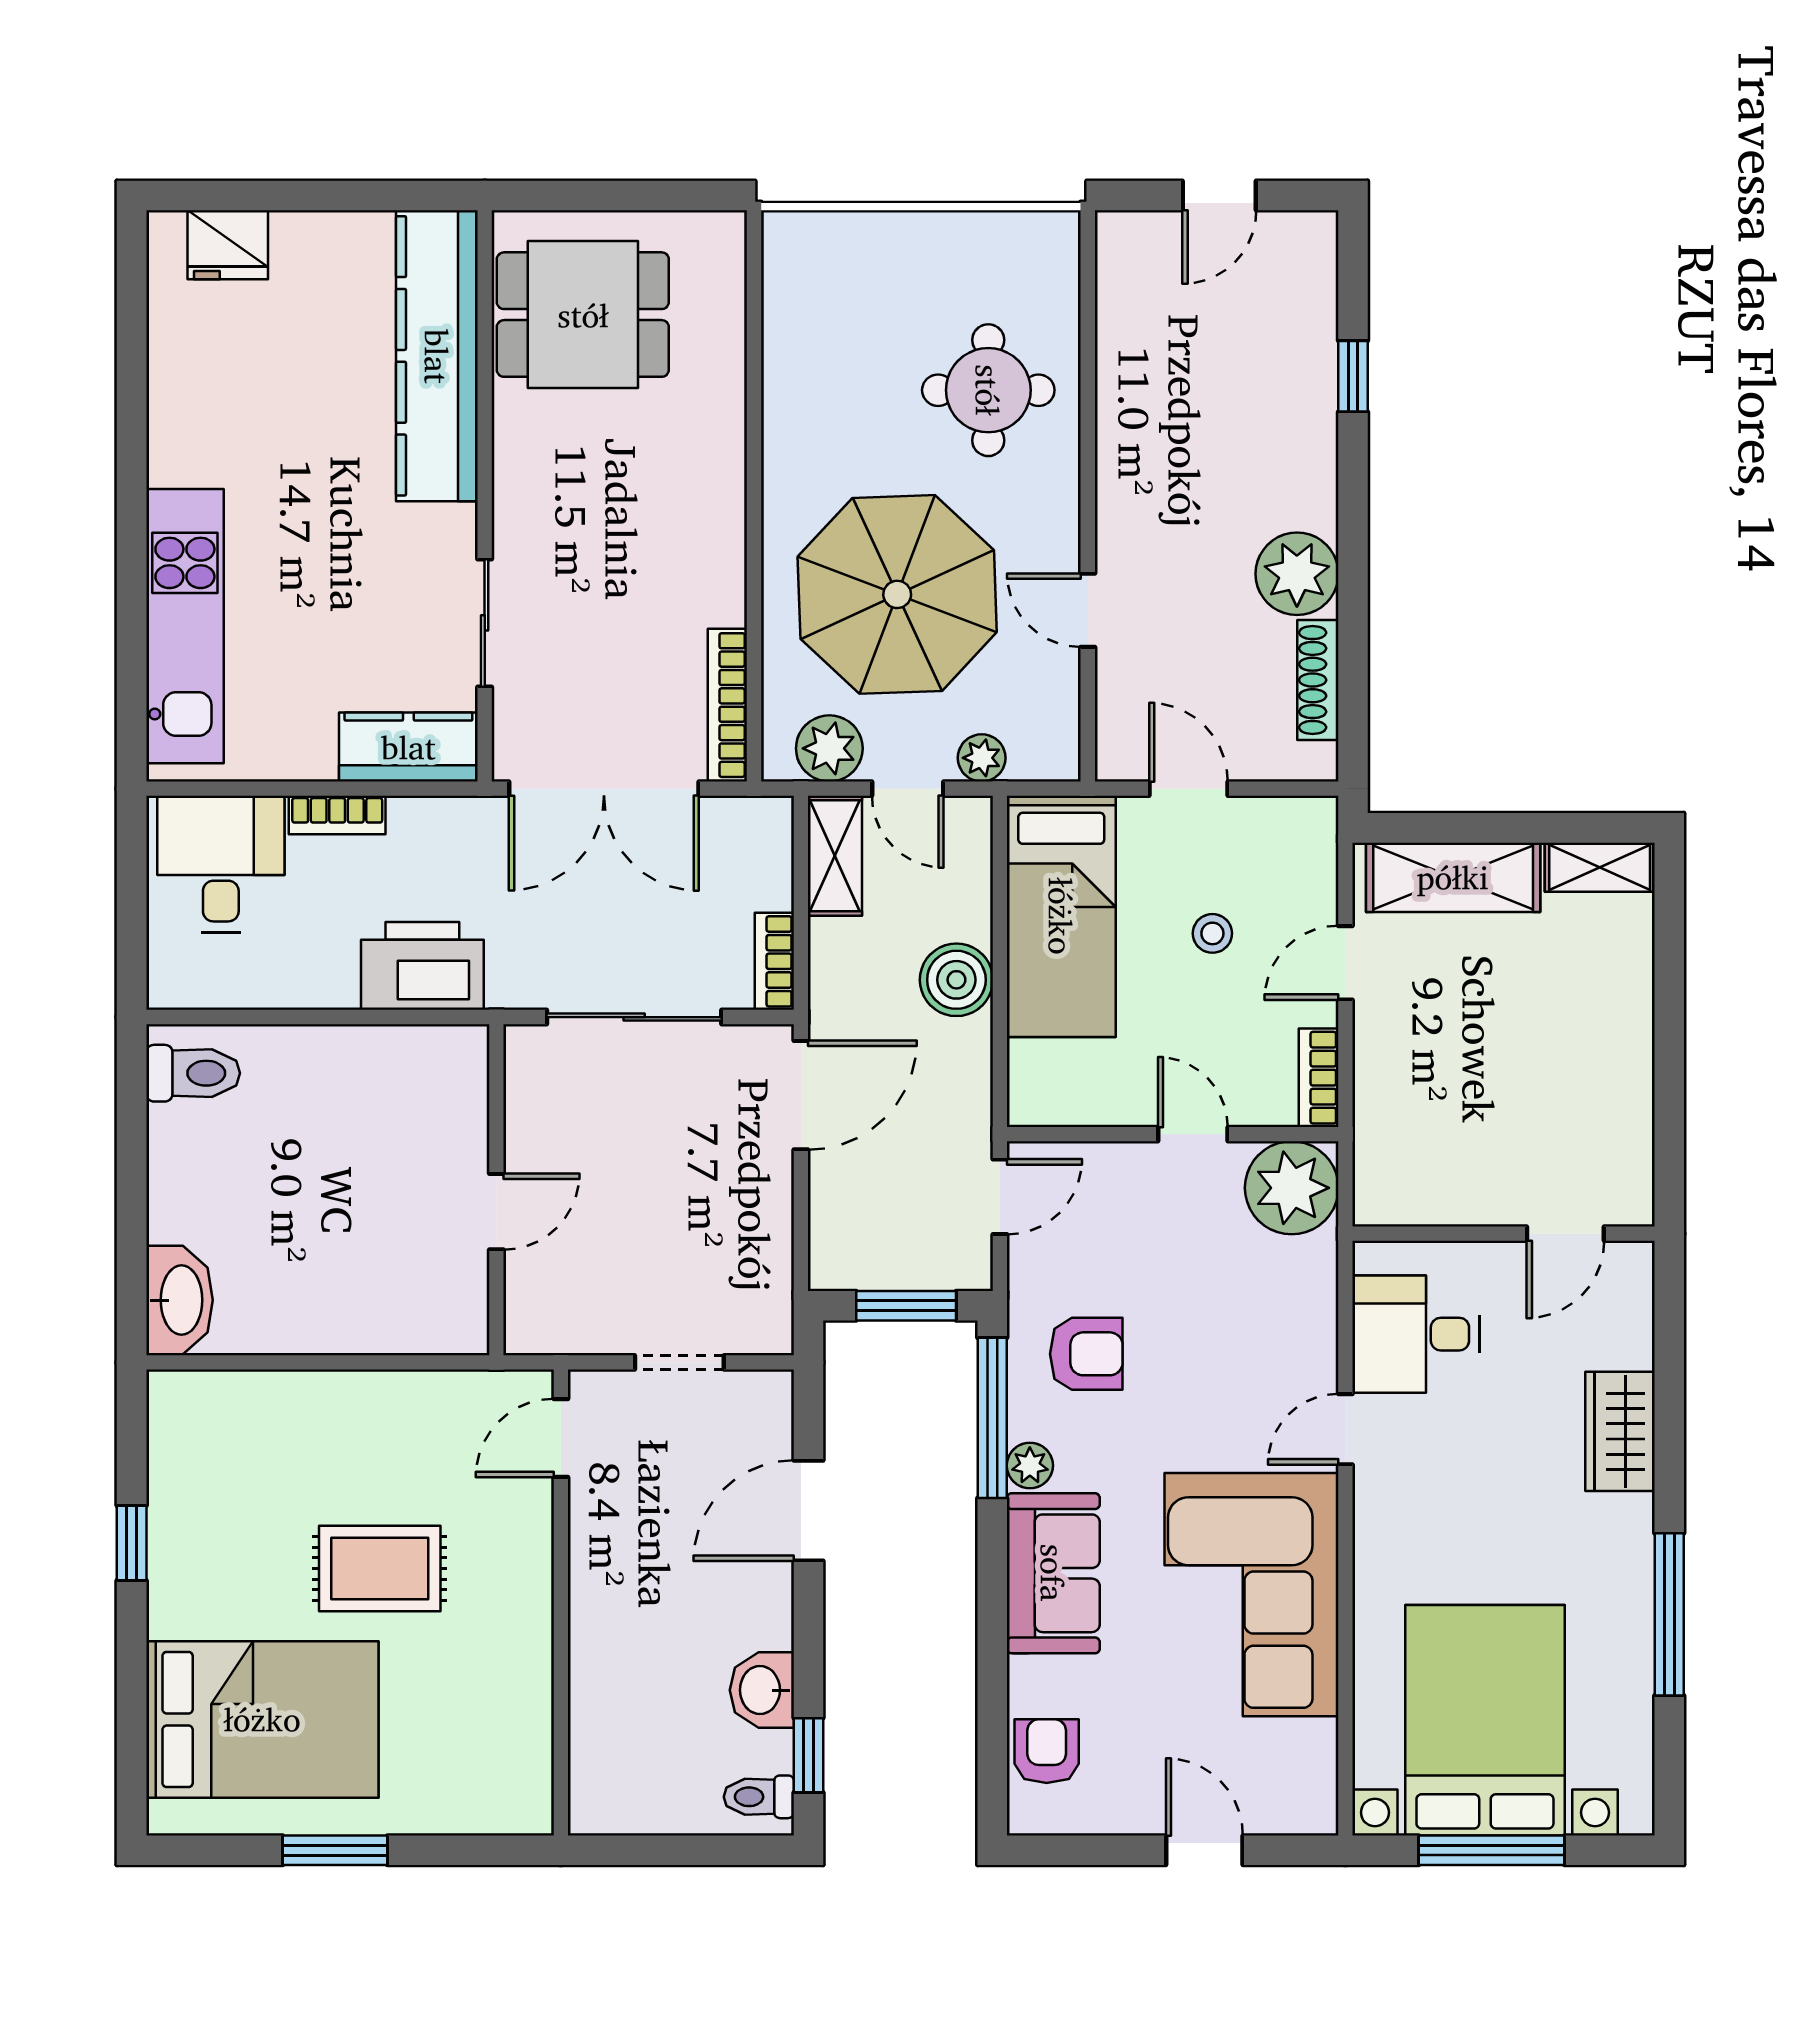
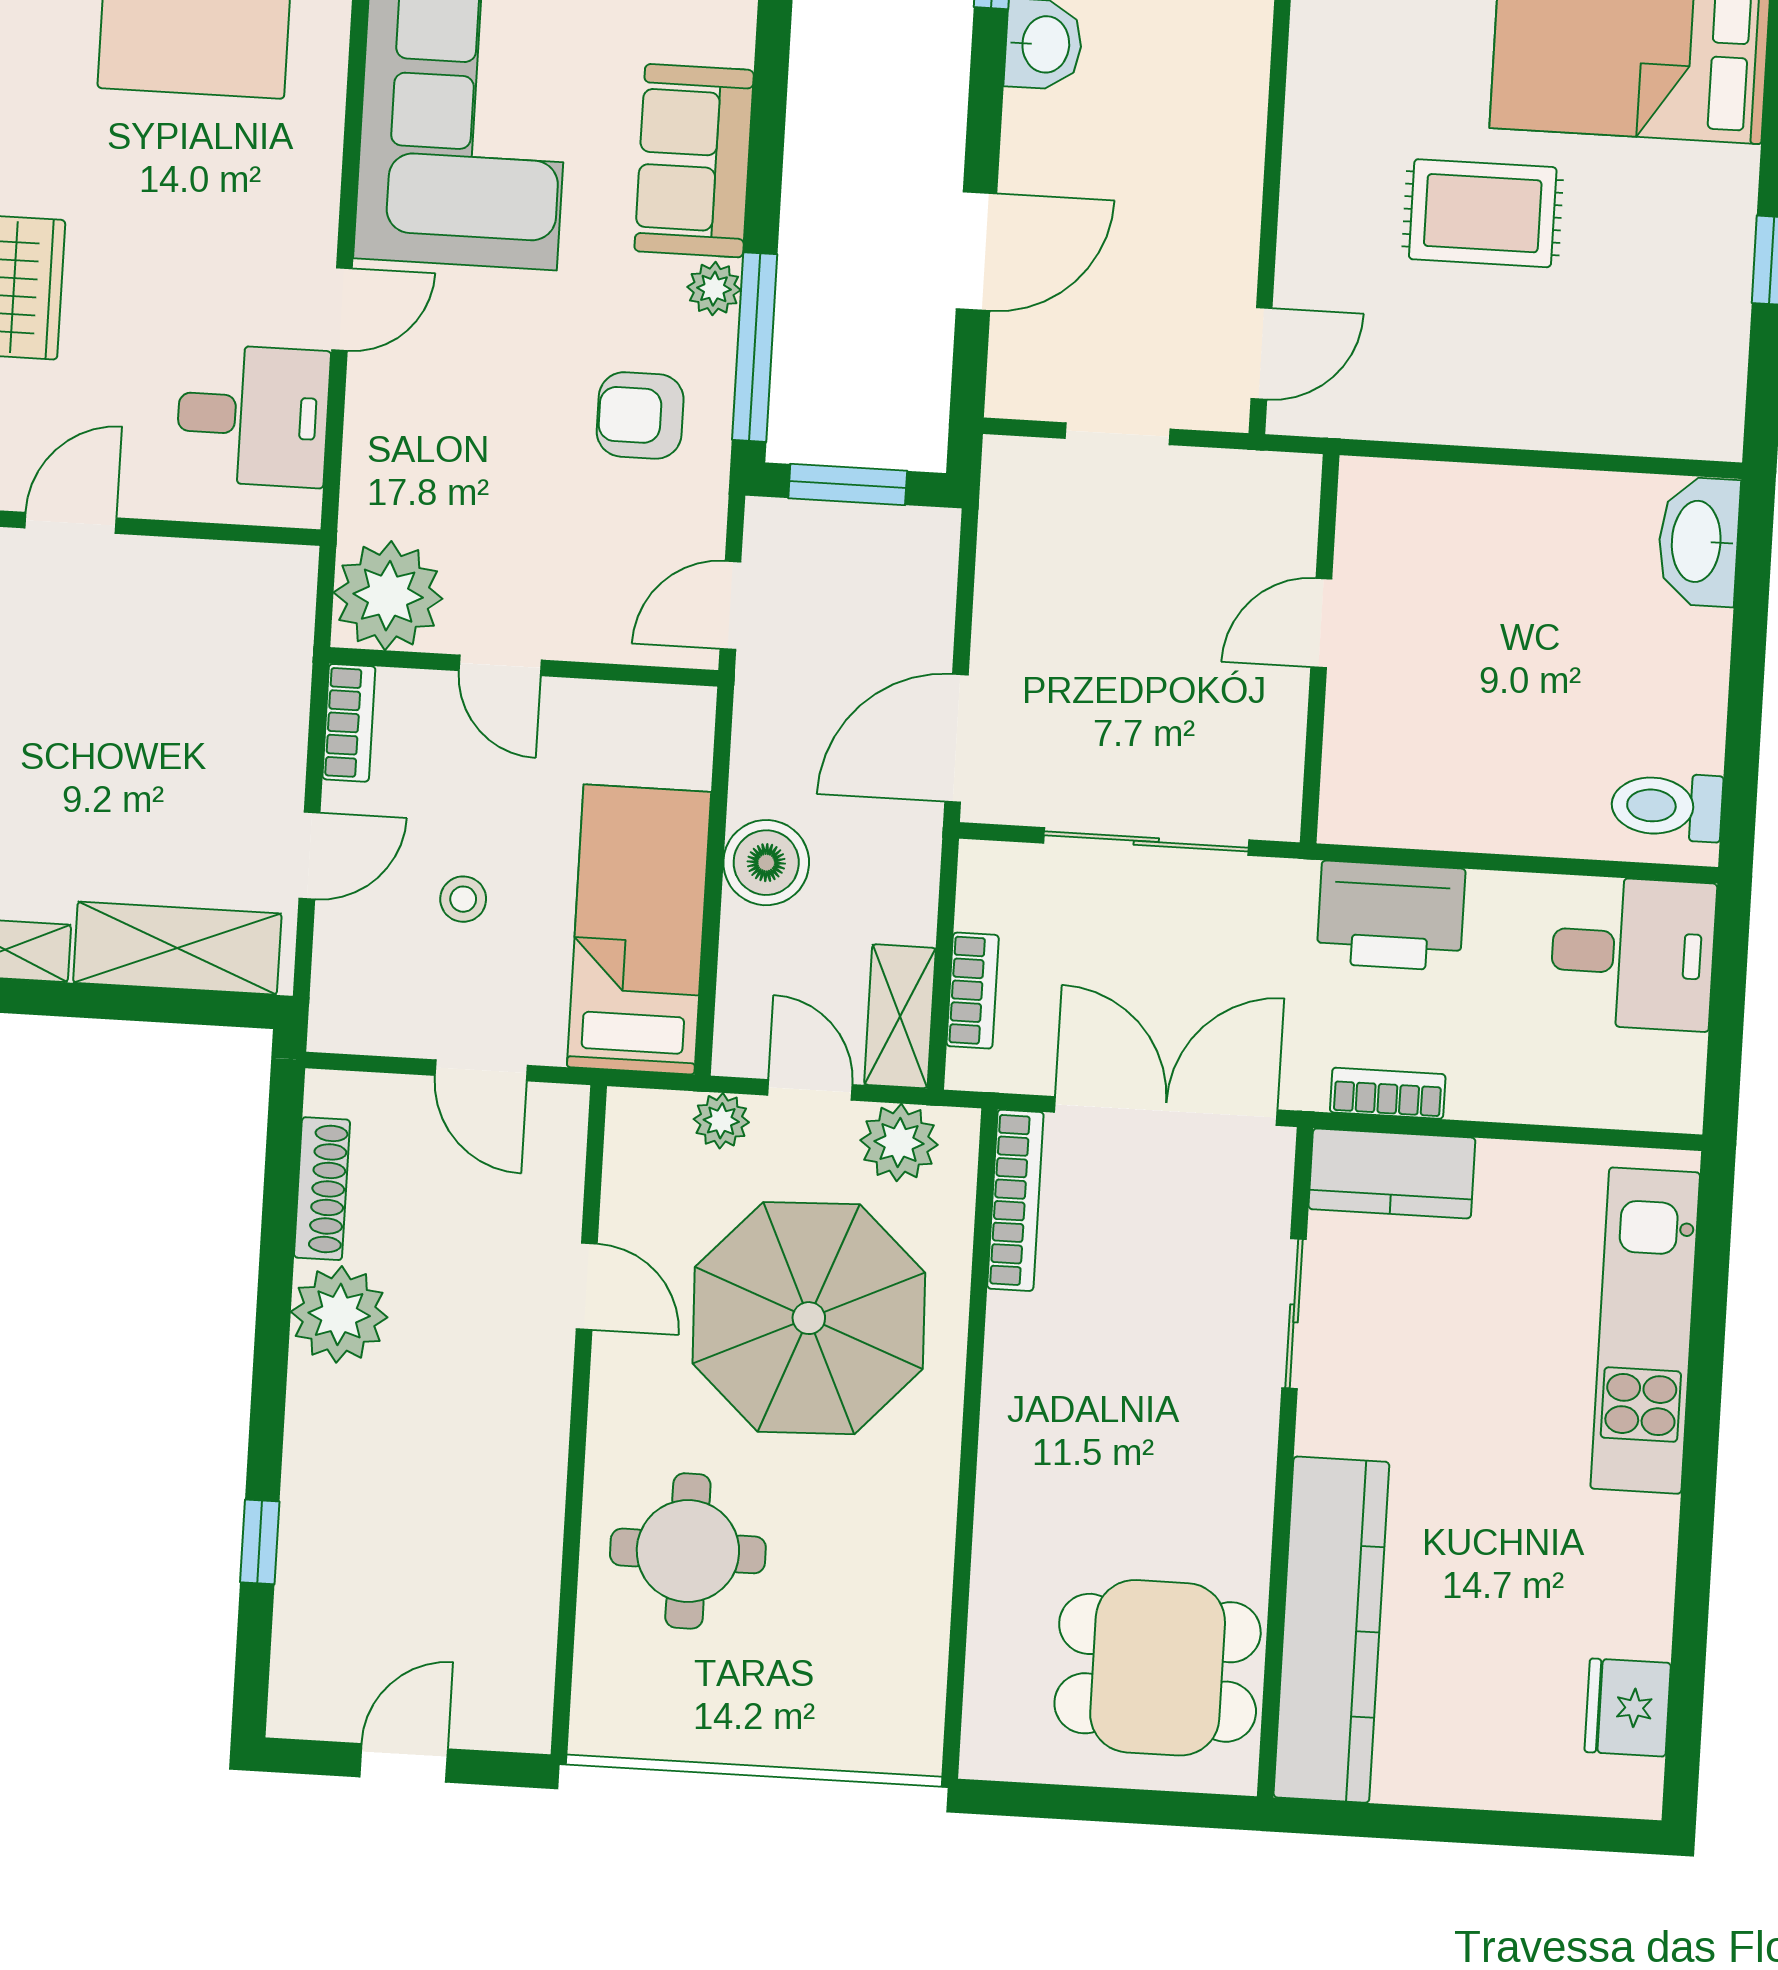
fridge: (228, 245) -> (1628, 1707), moved, turned -90
bookcase: (337, 815) -> (1388, 1093), moved
desk: (221, 864) -> (1633, 953), moved, turned -90
bookcase: (774, 961) -> (973, 991), moved

